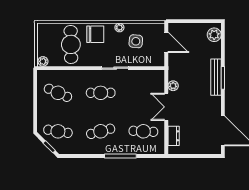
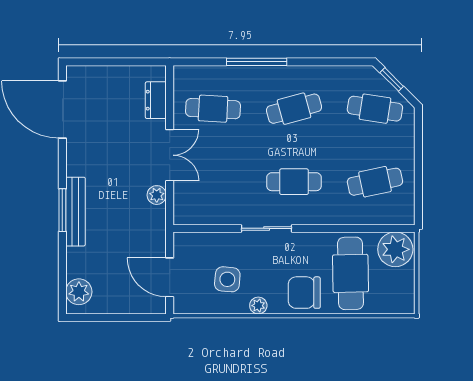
plant: (43, 61) -> (395, 249), width x1.88, depth x1.88
cafe table: (58, 93) -> (375, 182), turned -36

